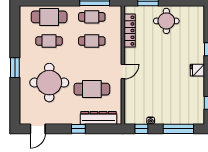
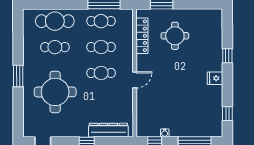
round table: (166, 21) -> (175, 36), moved
cafe table: (92, 89) -> (101, 73), moved, width x0.73, depth x0.74

